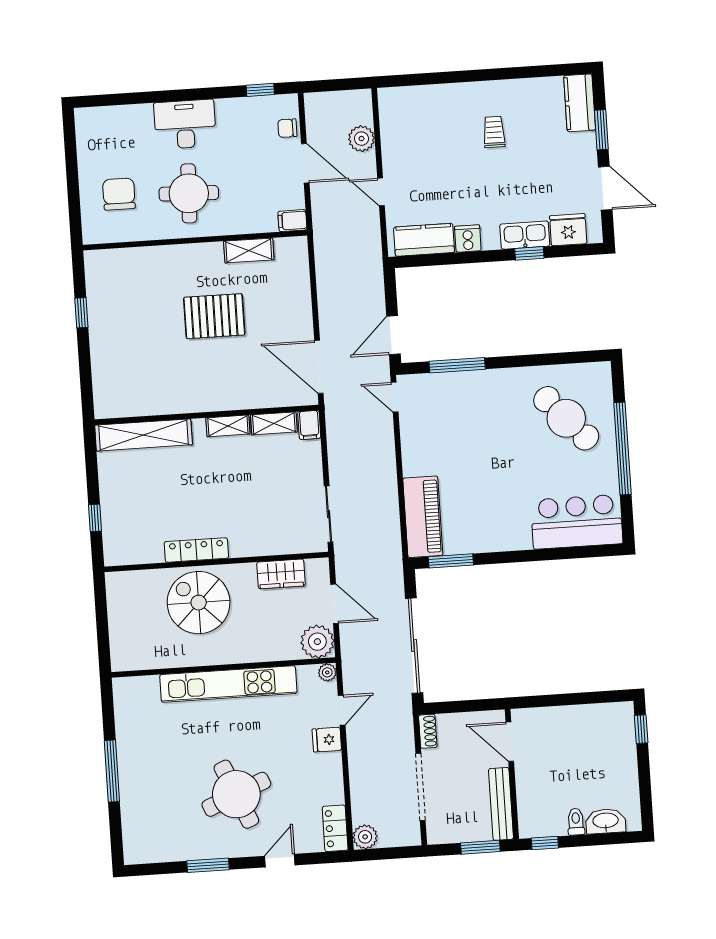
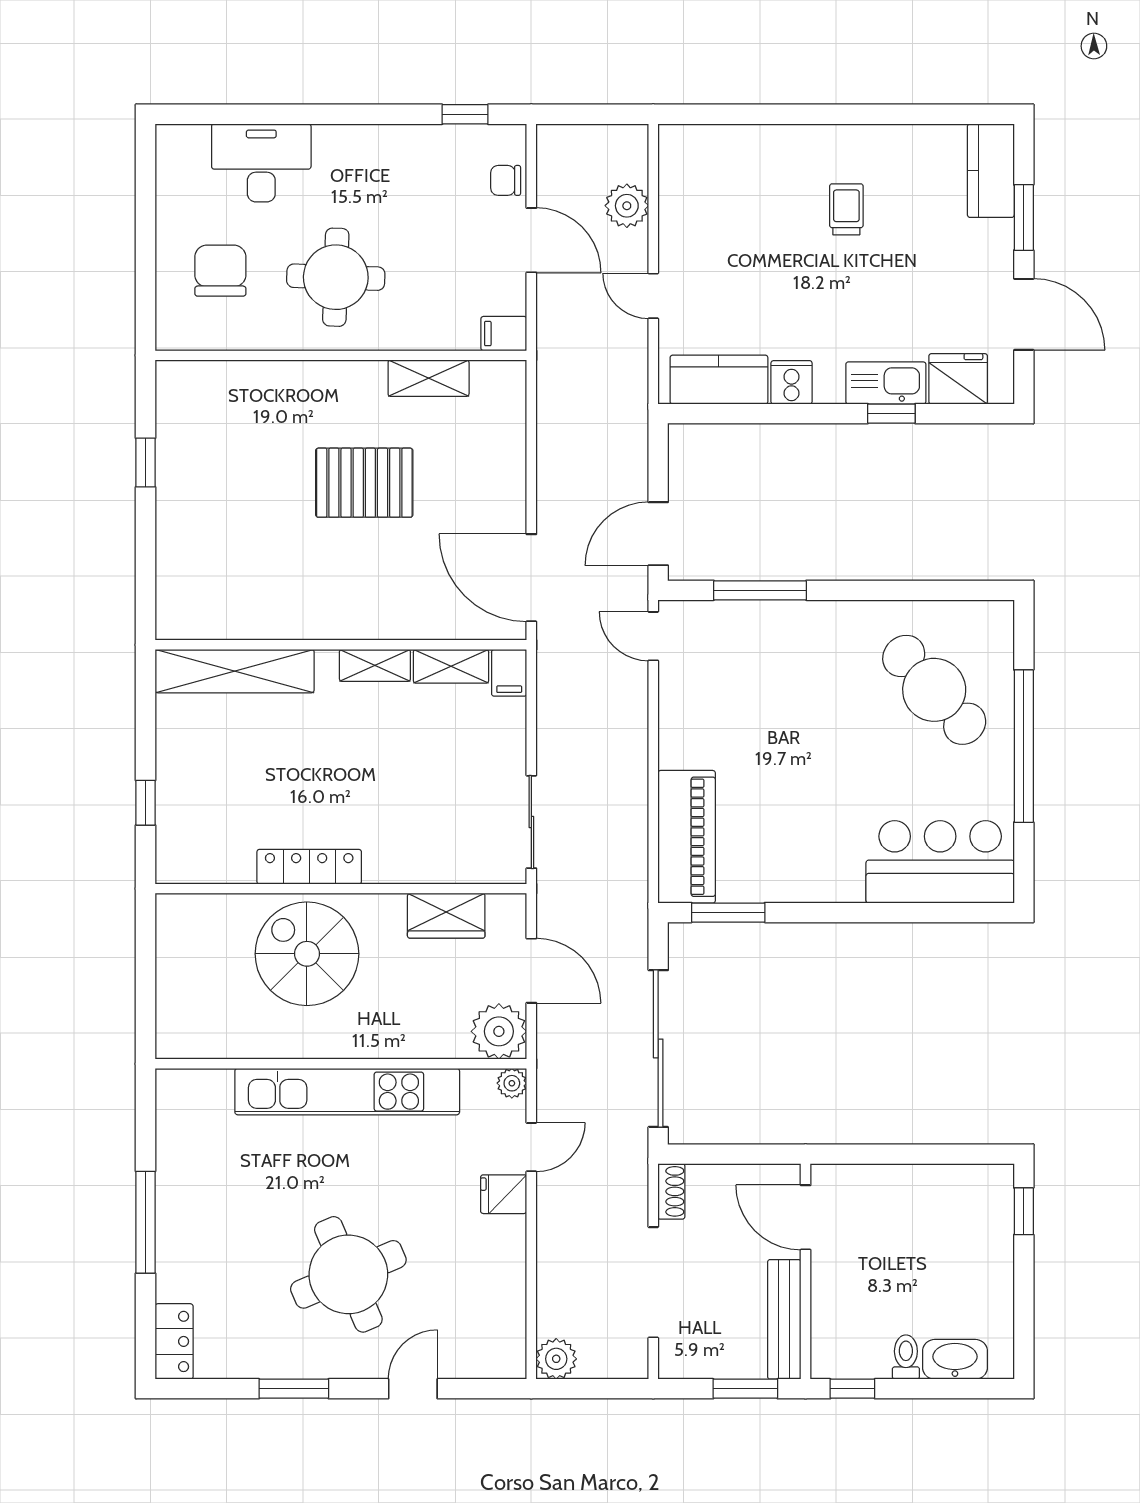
desk: (185, 124) -> (261, 163), moved
locker: (335, 828) -> (174, 1341), moved, turned 180

